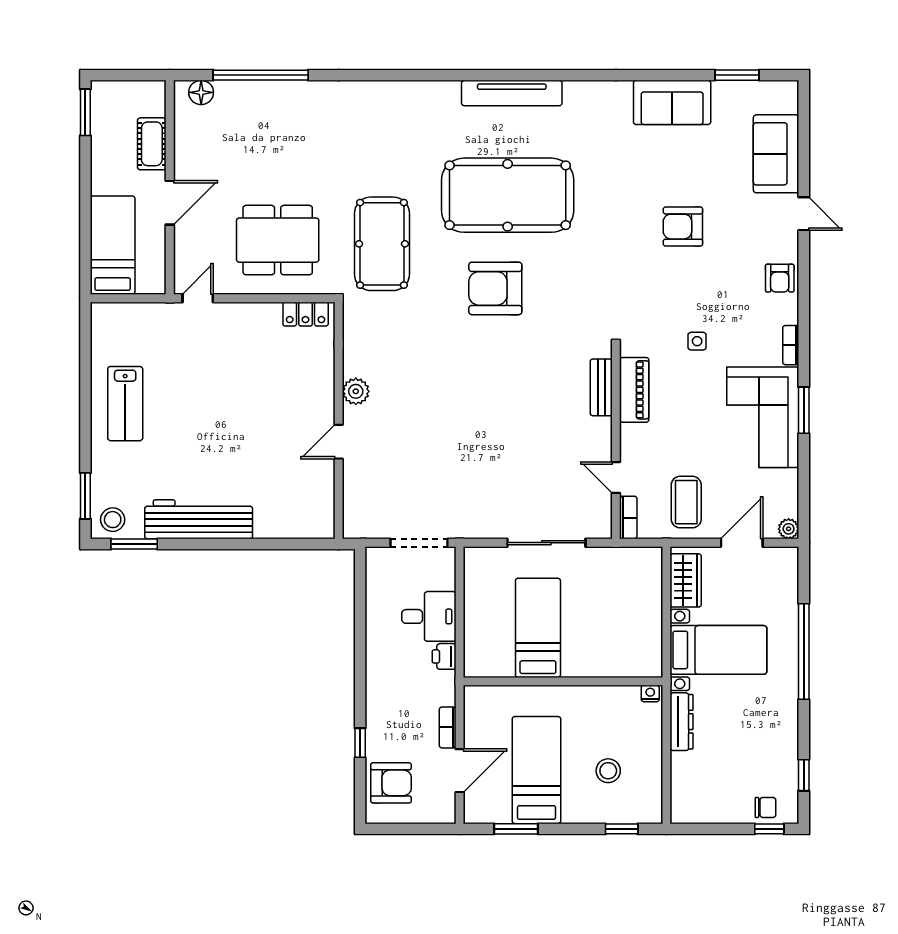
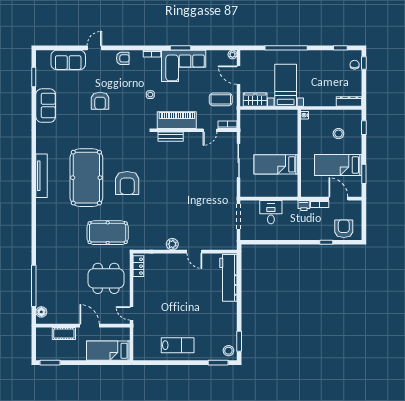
dining table: (278, 240) -> (106, 278), turned 90
piano: (634, 390) -> (177, 120), width x1.37, depth x1.33
workbench: (199, 519) -> (228, 278), moved
printer: (444, 656) -> (304, 205), moved
dresser: (681, 722) -> (349, 101), moved

